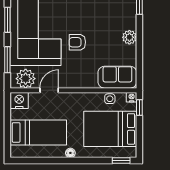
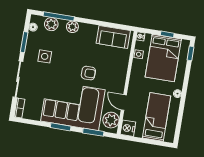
plant: (129, 37) -> (72, 27), moved
armchair: (77, 42) -> (88, 73), turned -90
sofa: (117, 77) -> (113, 37), moved, turned -90
window: (139, 108) -> (167, 34), moved

